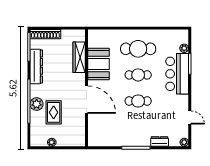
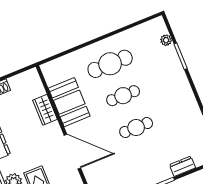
wardrobe: (79, 57) -> (45, 110), width x0.67
bar counter: (177, 74) -> (170, 75), removed

